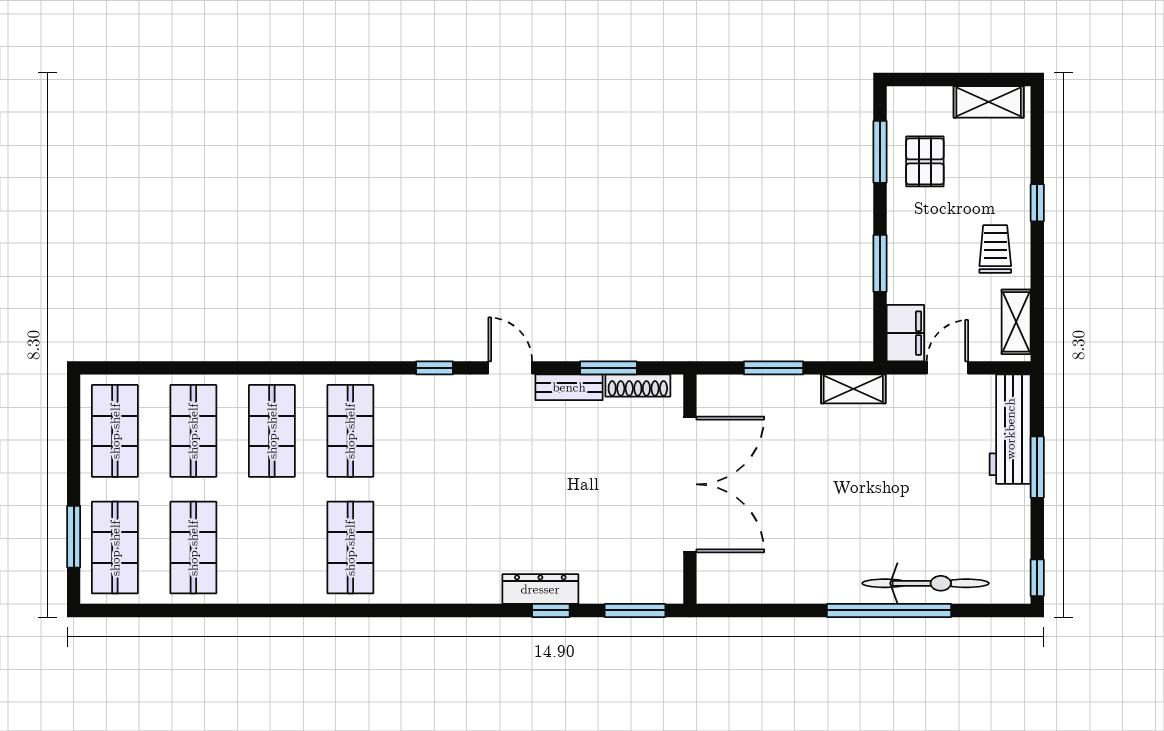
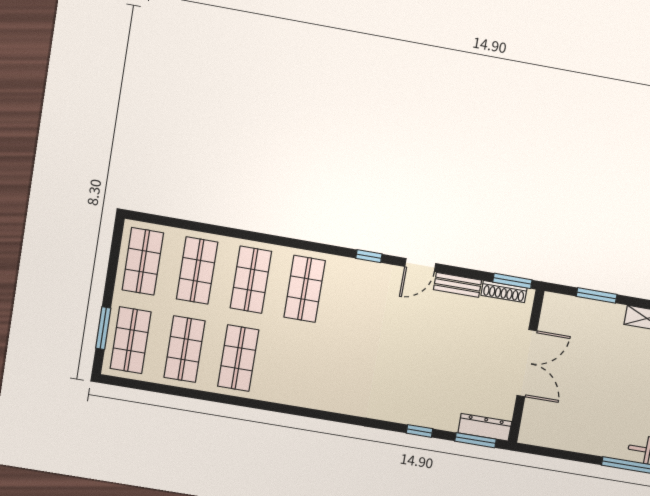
door: (510, 368) -> (420, 265), swing flipped
window: (608, 368) -> (512, 281), moved
double door: (690, 484) -> (527, 363), width x0.73
shop shelf: (350, 548) -> (238, 358), moved
dresser: (540, 589) -> (485, 427), moved

